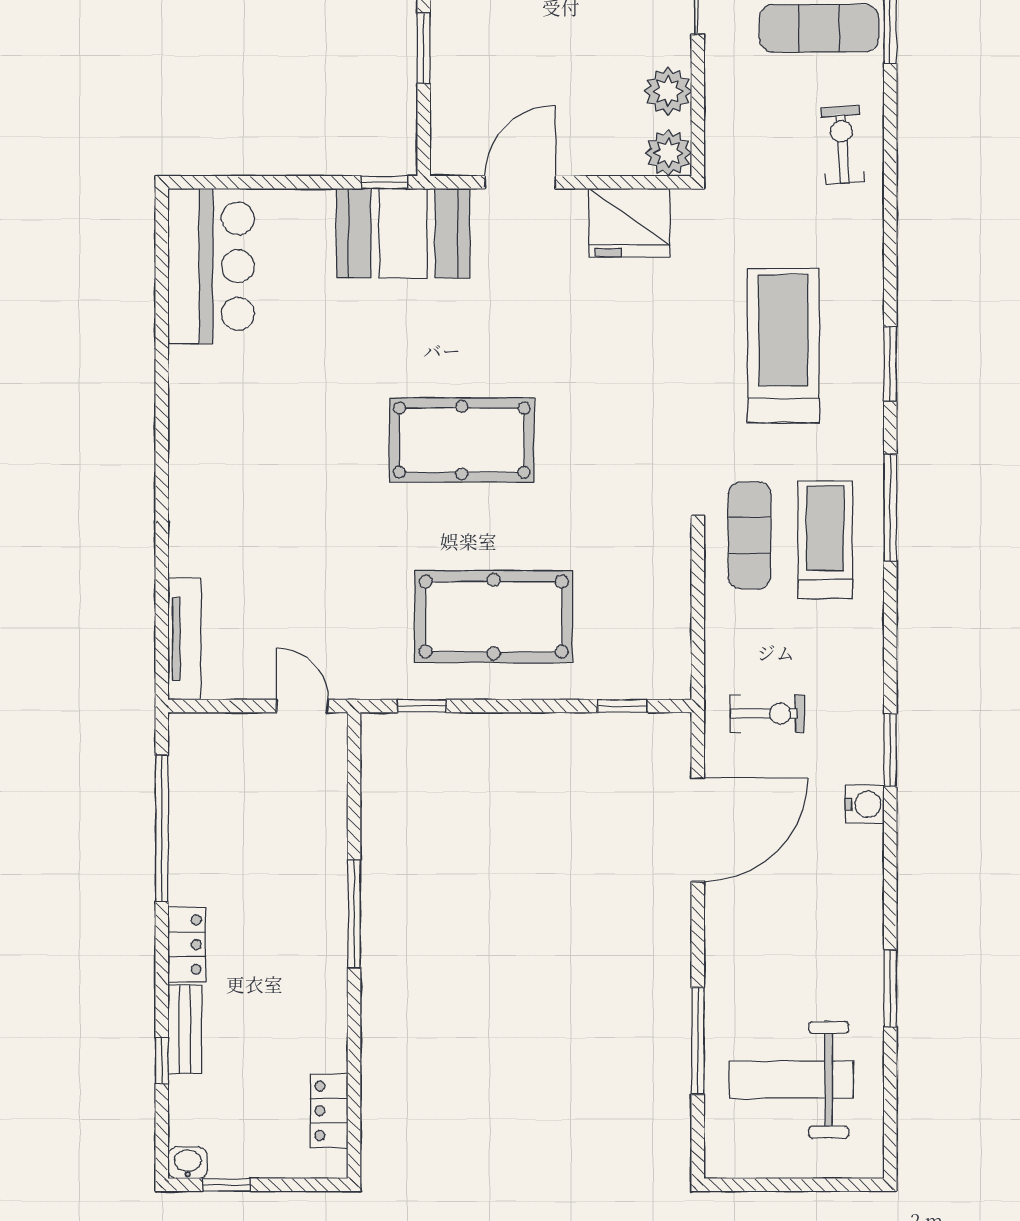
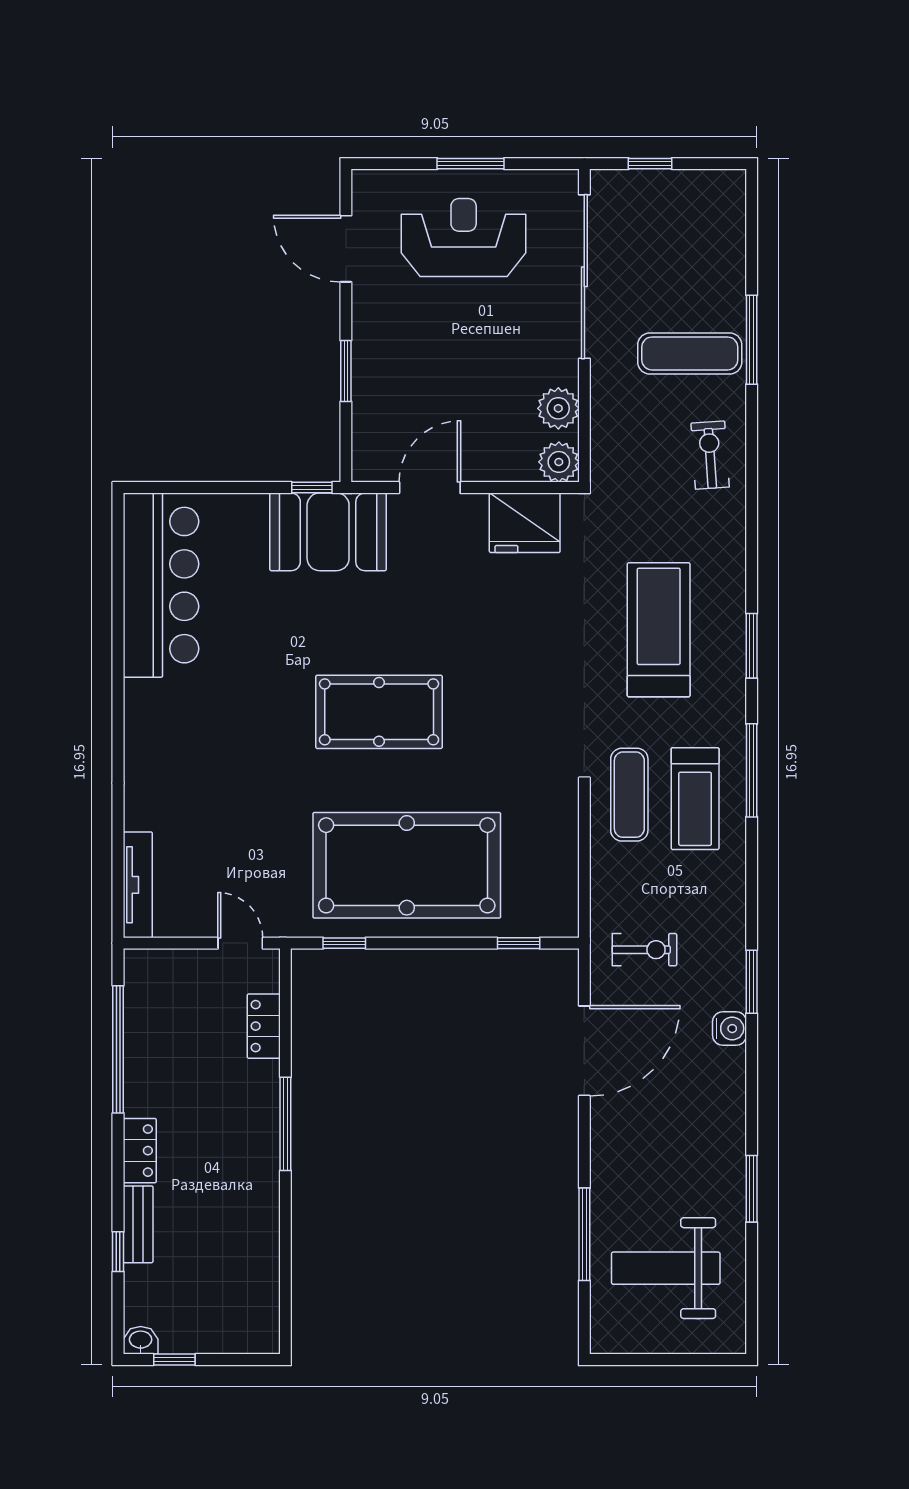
bar counter: (211, 266) -> (161, 585), width x1.36
treadmill: (825, 540) -> (695, 799), turned 180
pool table: (494, 617) -> (407, 865), width x1.36, depth x1.32
locker: (329, 1111) -> (264, 1026), moved

